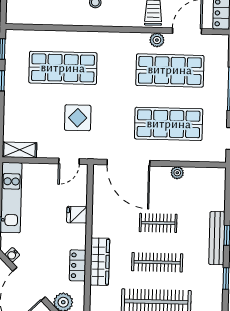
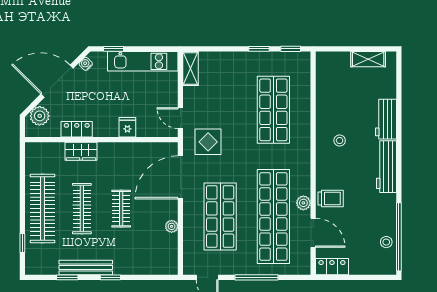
shop shelf: (170, 70) -> (273, 217), width x1.40
display table: (78, 118) -> (208, 142), moved
bench: (217, 238) -> (86, 267), moved
wardrobe: (100, 262) -> (81, 151), width x0.67

